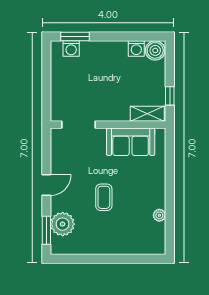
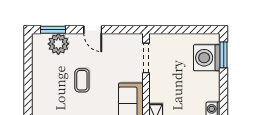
washing machine: (71, 49) -> (207, 58), width x1.89, depth x1.89
coffee table: (104, 197) -> (82, 80), turned 90

